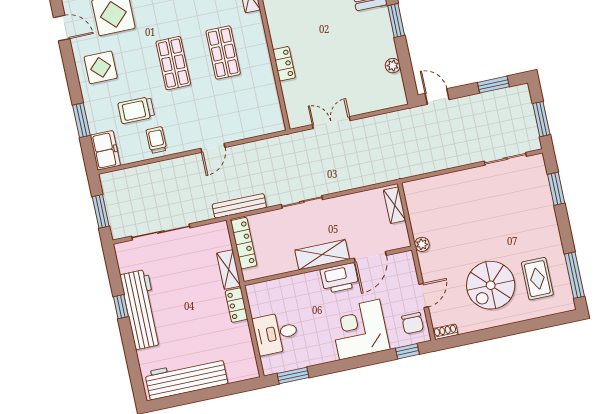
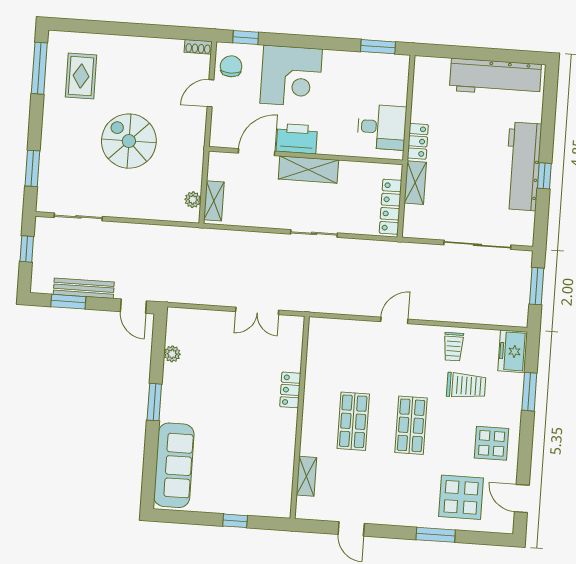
window: (541, 119) -> (27, 249), width x0.67
bench: (239, 206) -> (84, 288), moved
plant: (422, 244) -> (193, 200), moved
spiral stairs: (491, 285) -> (129, 141), moved, turned -90
desk: (276, 333) -> (382, 127), moved

